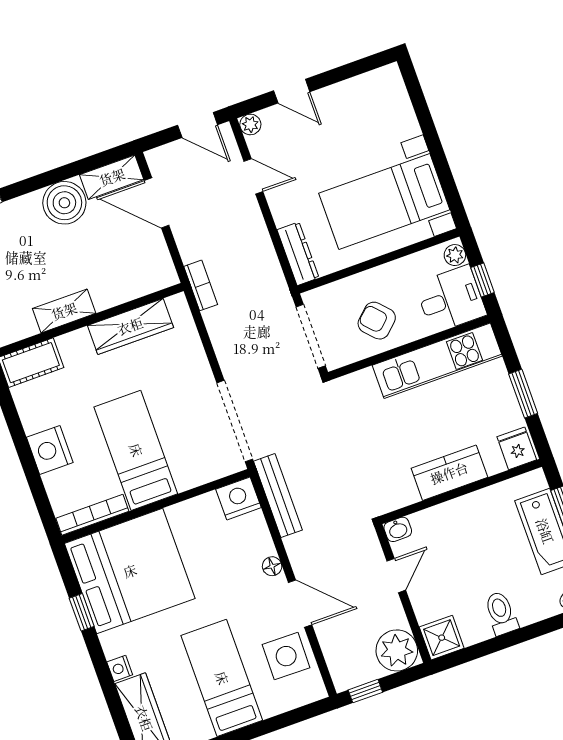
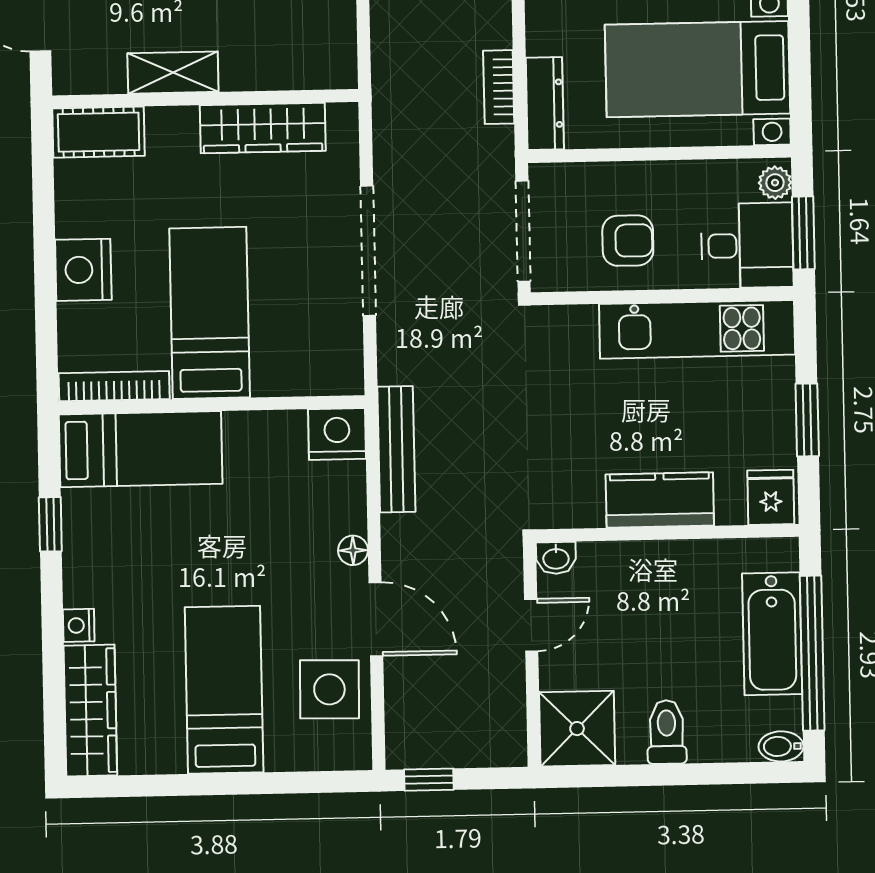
window: (483, 280) -> (803, 233), width x1.50
bookcase: (201, 285) -> (499, 87), moved, turned 180
armchair: (377, 321) -> (628, 241), turned 133
doorway: (235, 421) -> (368, 251), moved
bed: (130, 571) -> (141, 449), width x0.49
shower: (442, 638) -> (577, 729), width x1.36, depth x1.36
plant: (397, 650) -> (495, 735), removed

